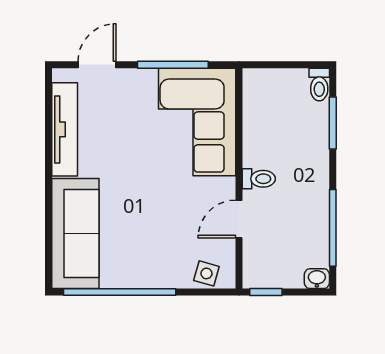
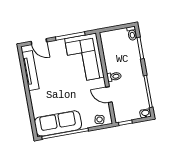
door: (97, 65) -> (39, 42), swing flipped
door: (239, 219) -> (109, 95), hinge flipped
sofa: (75, 234) -> (58, 123), moved, turned -90

